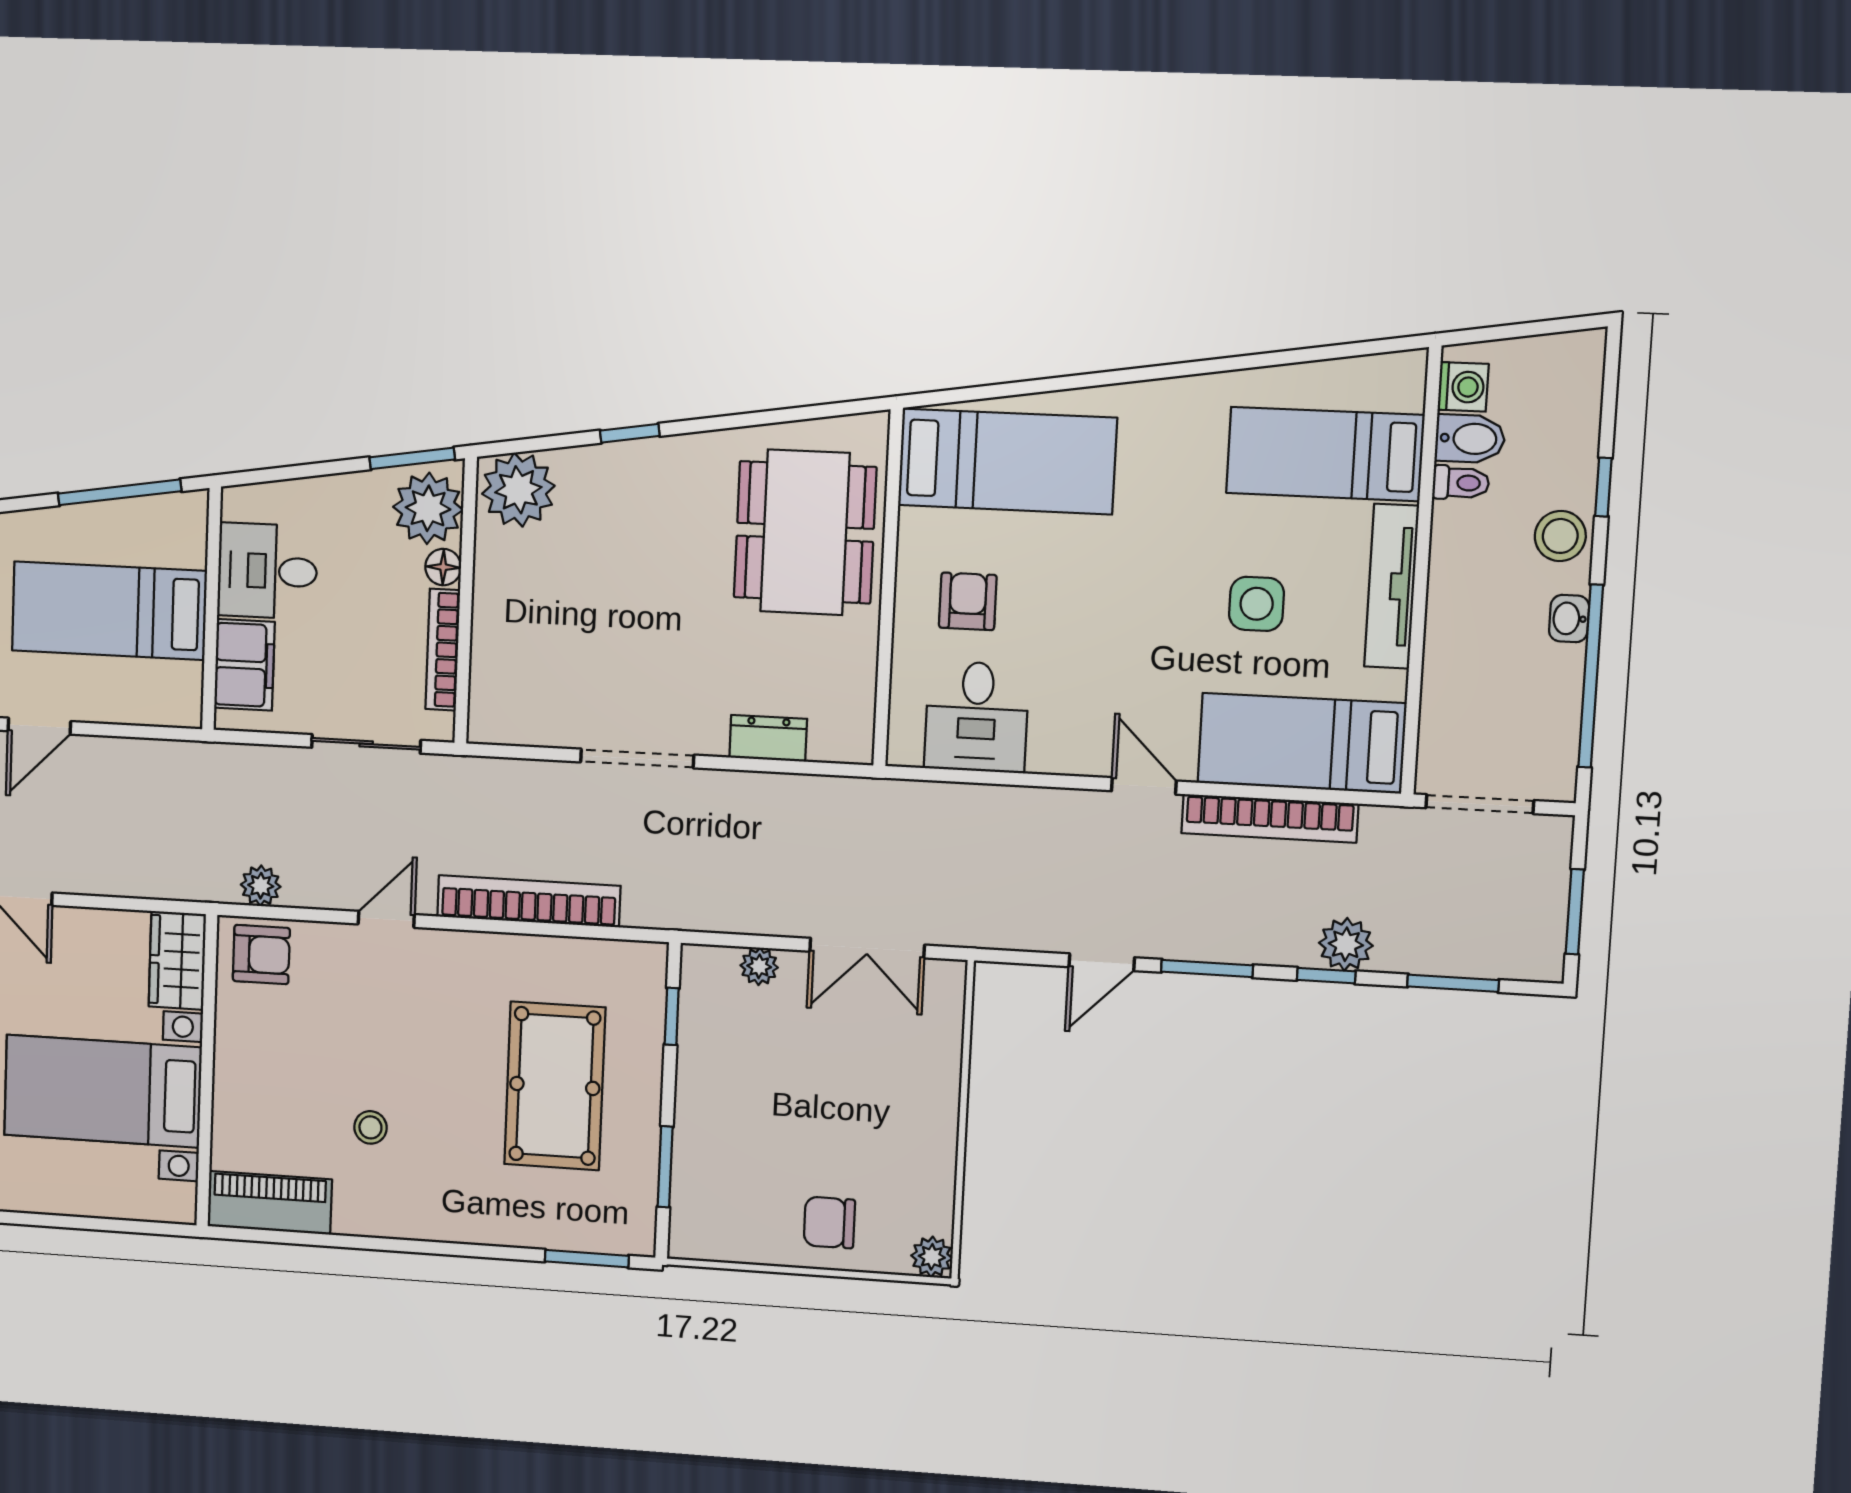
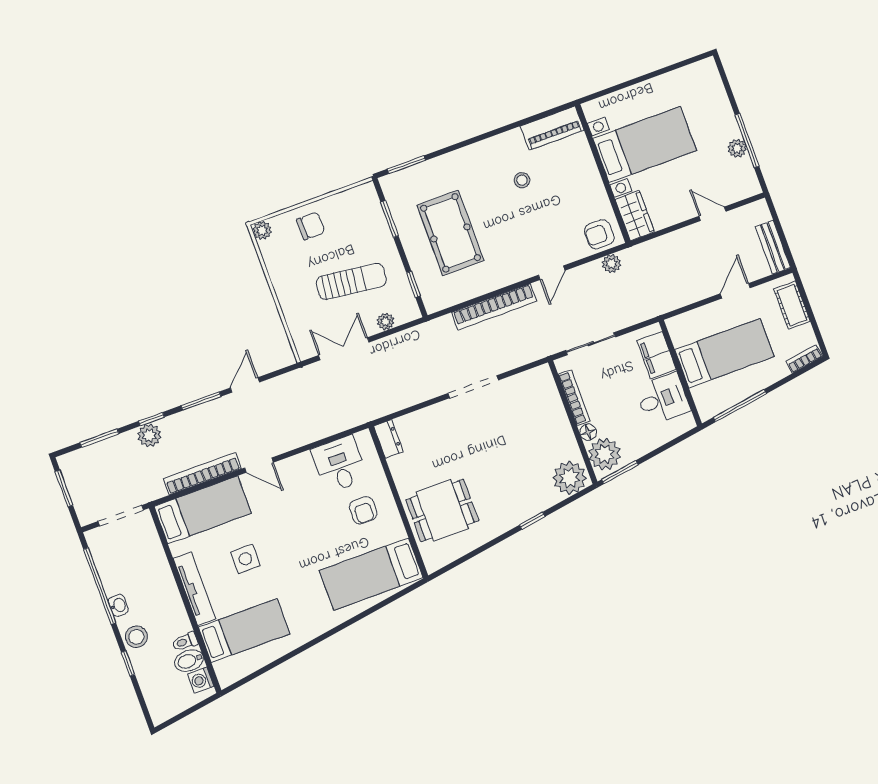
dining table: (805, 532) -> (442, 510), width x0.73
dresser: (768, 738) -> (388, 439), moved, turned -90
sun lounger: (794, 1077) -> (351, 281), added

